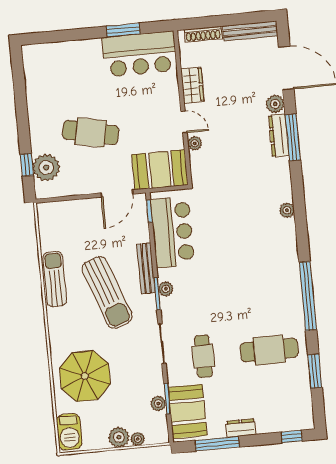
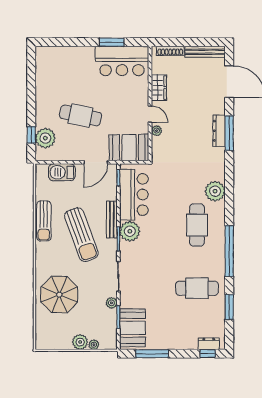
plant: (275, 104) -> (218, 107), removed
plant: (287, 210) -> (215, 191), width x1.88, depth x1.88
sun lounger: (55, 279) -> (44, 221), turned 180
plant: (166, 289) -> (130, 231), width x1.87, depth x1.87
cafe table: (203, 356) -> (197, 225), moved, width x1.37, depth x1.35
plant: (158, 404) -> (111, 303), moved
dresser: (241, 428) -> (209, 344), moved
barbecue: (69, 432) -> (62, 172), moved, turned 90

